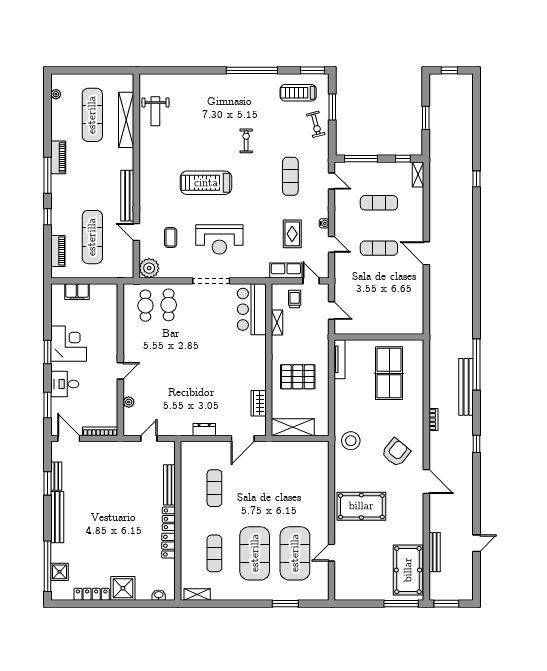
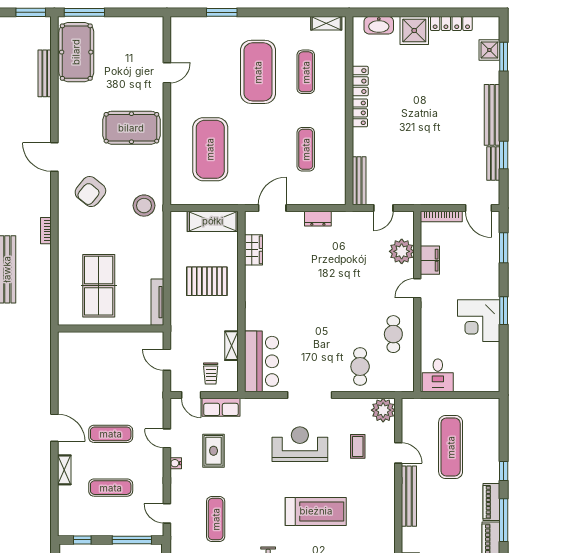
shelving: (418, 175) -> (64, 470), moved
piano: (58, 251) -> (491, 502), moved
filing cabinet: (77, 292) -> (430, 260), moved, turned 90
cafe table: (145, 306) -> (393, 334), moved
desk: (65, 384) -> (438, 375), moved, turned 90
plant: (129, 402) -> (402, 251), width x1.88, depth x1.88
bench: (169, 485) -> (359, 181), moved
exercise mat: (295, 553) -> (210, 149), moved
window: (48, 566) -> (504, 57), width x0.47
washbasin: (159, 595) -> (379, 25), width x1.91, depth x1.45

